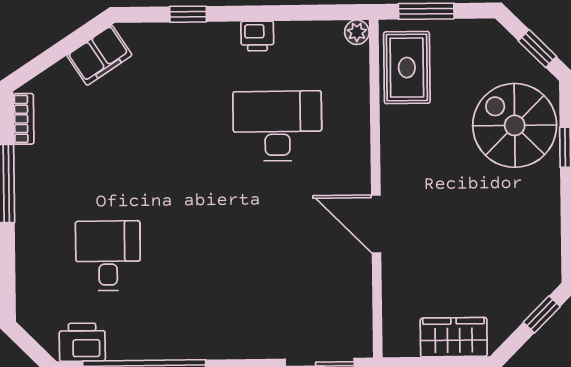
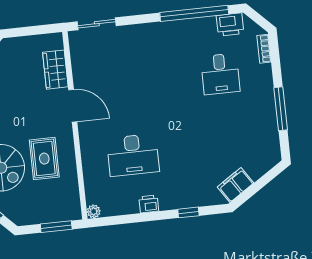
rug: (407, 68) -> (44, 159), moved
bookcase: (24, 119) -> (264, 49), moved
wardrobe: (454, 337) -> (55, 70), moved, turned 90

